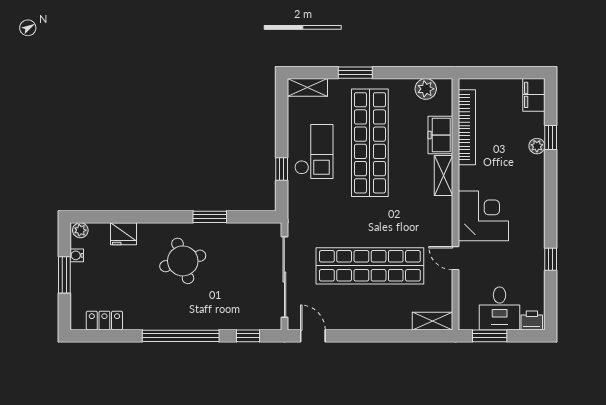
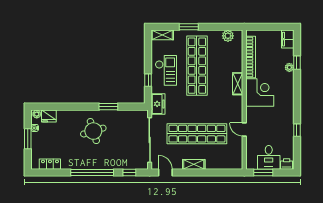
freezer: (440, 135) -> (158, 104), moved, turned 180
corner desk: (483, 216) -> (260, 93), moved
fridge: (124, 234) -> (49, 116), moved
shelving: (433, 321) -> (194, 164), moved

